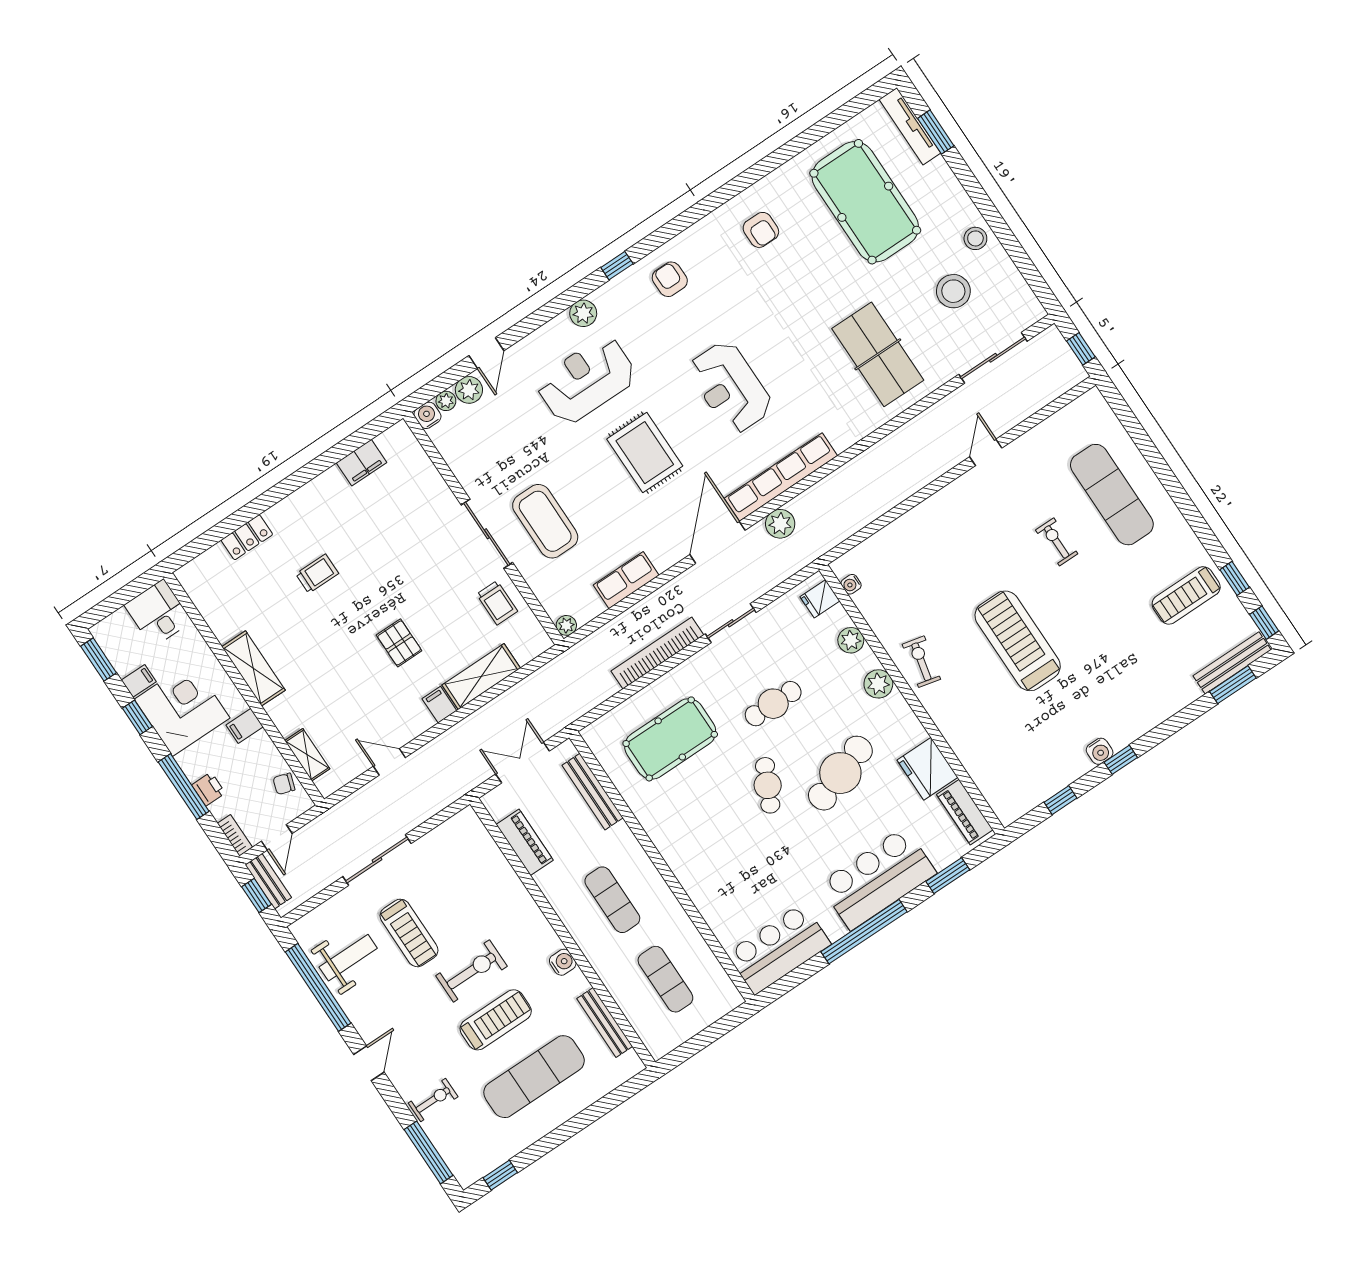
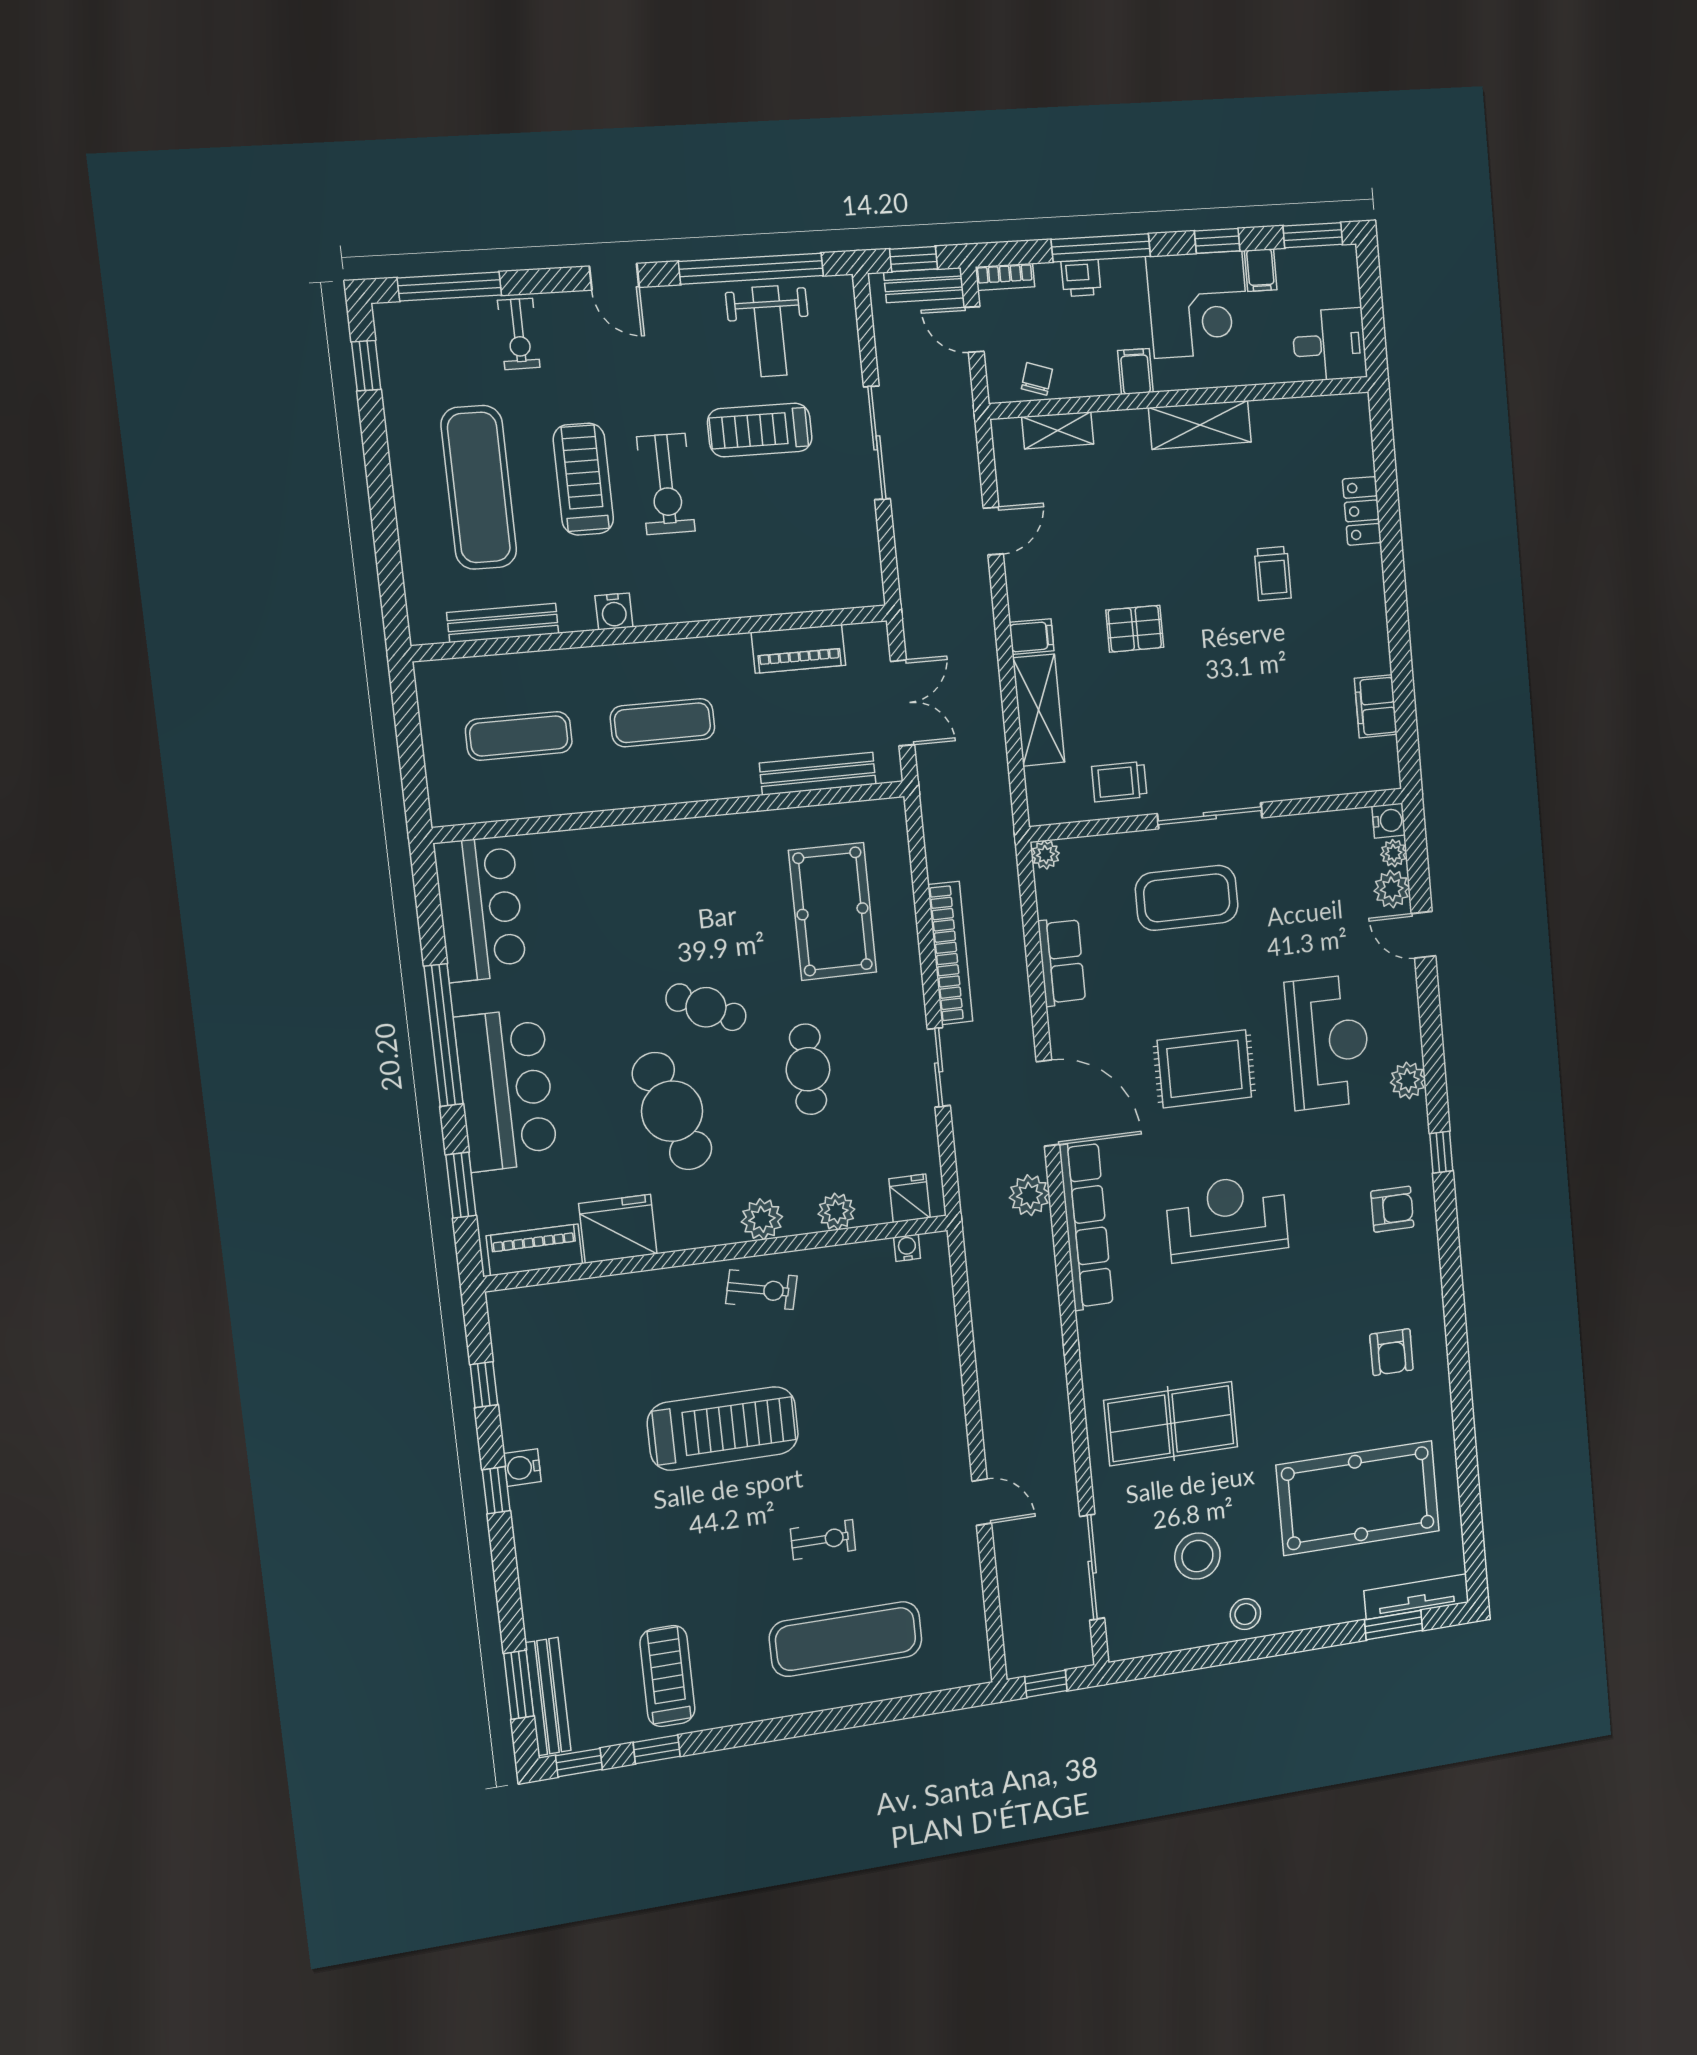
armchair: (761, 230) -> (1391, 1352), turned -90
treadmill: (496, 1020) -> (583, 479), turned 180

